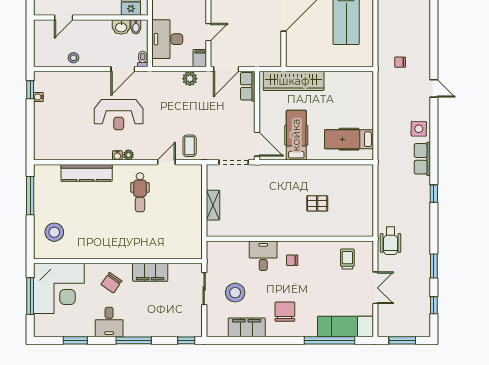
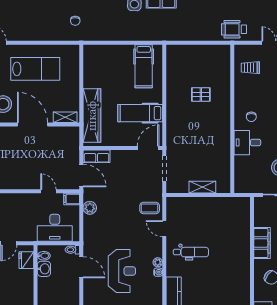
shelving: (292, 51) -> (65, 117), added
pallet: (317, 203) -> (201, 95), turned 90
wheelchair: (391, 241) -> (234, 29), turned 180

